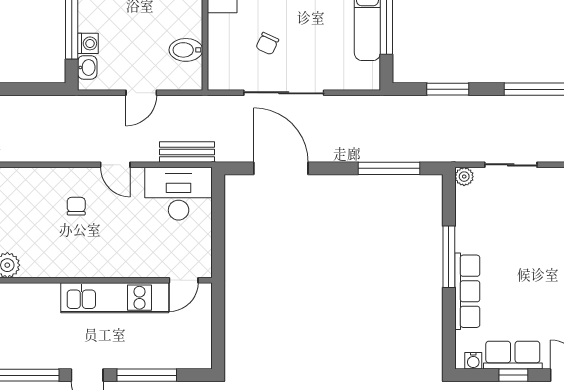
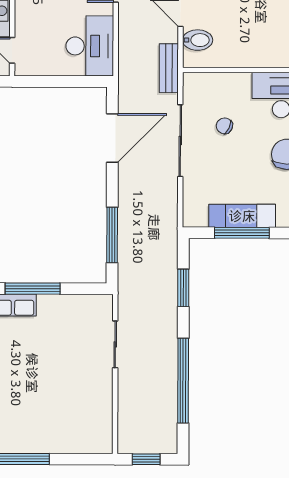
bidet: (186, 50) -> (198, 40), moved, turned 90
bench: (187, 152) -> (169, 68), moved
plant: (464, 177) -> (105, 302), removed

